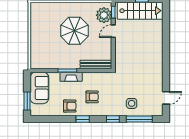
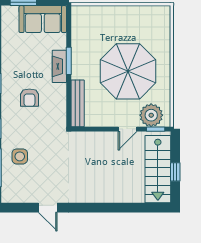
parasol: (74, 31) -> (128, 71), width x1.36, depth x1.36
door: (113, 31) -> (128, 129), swing flipped
door: (166, 98) -> (48, 208), moved
armchair: (70, 106) -> (16, 64), removed

